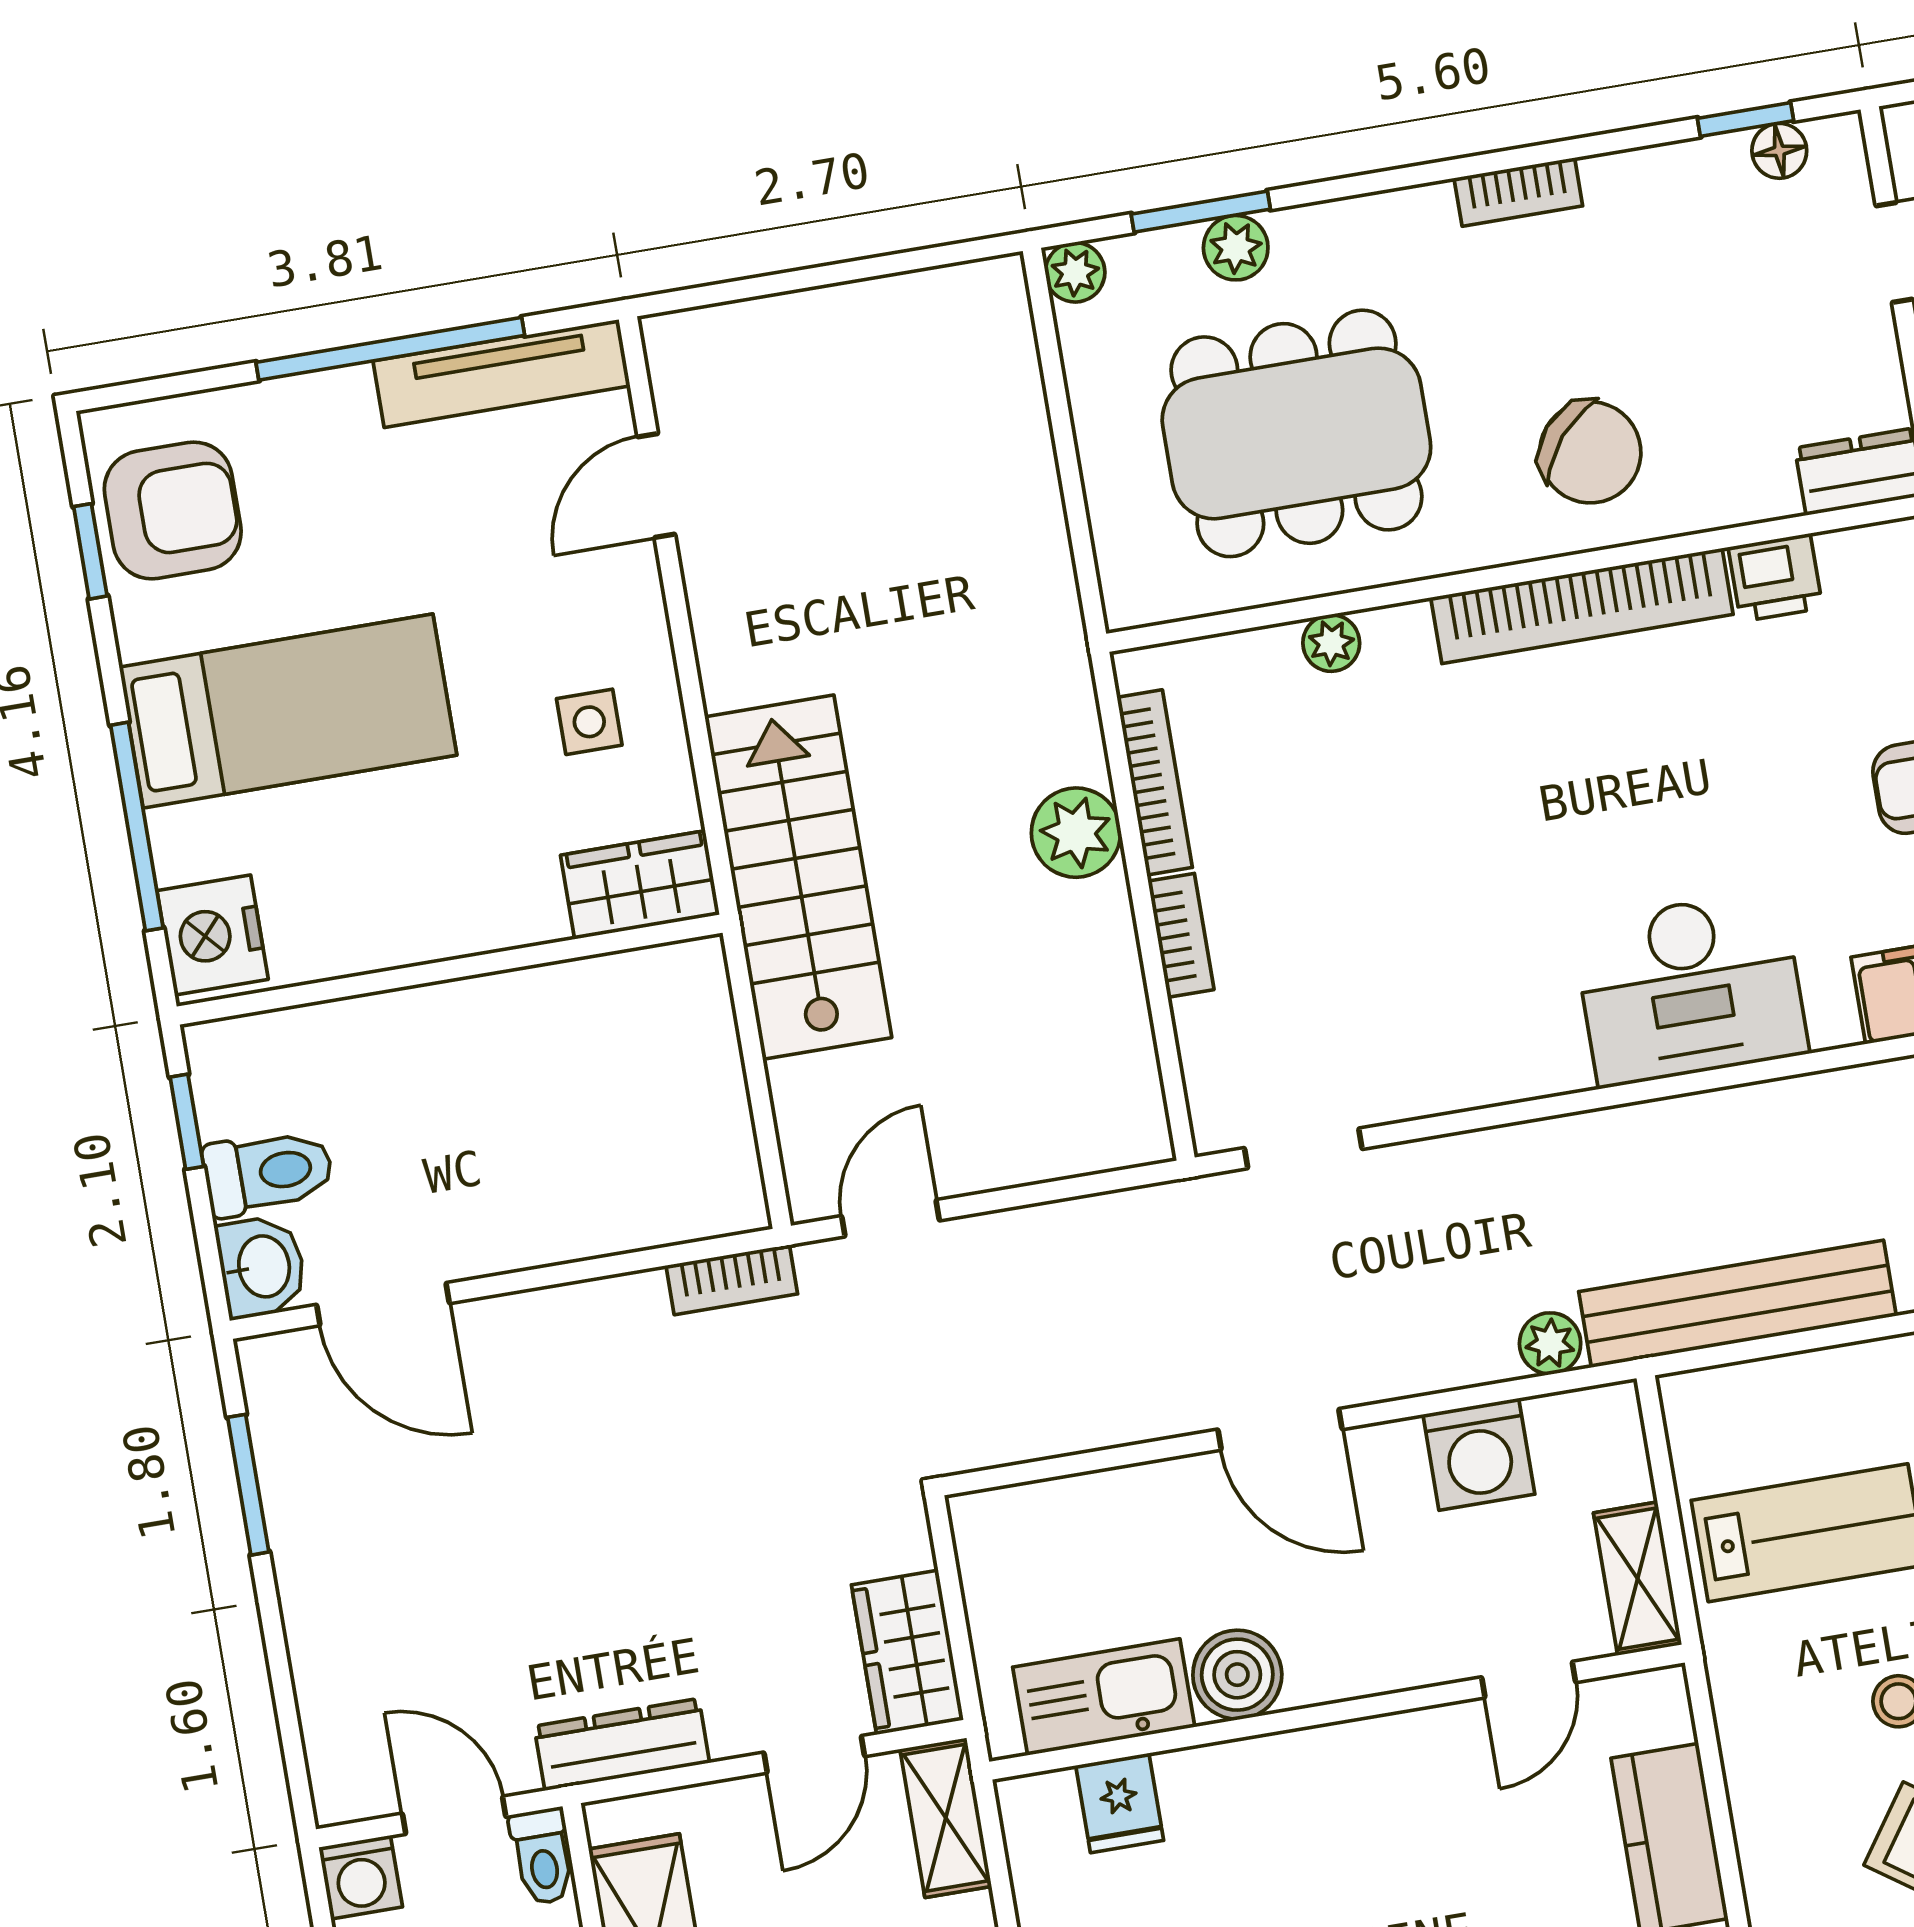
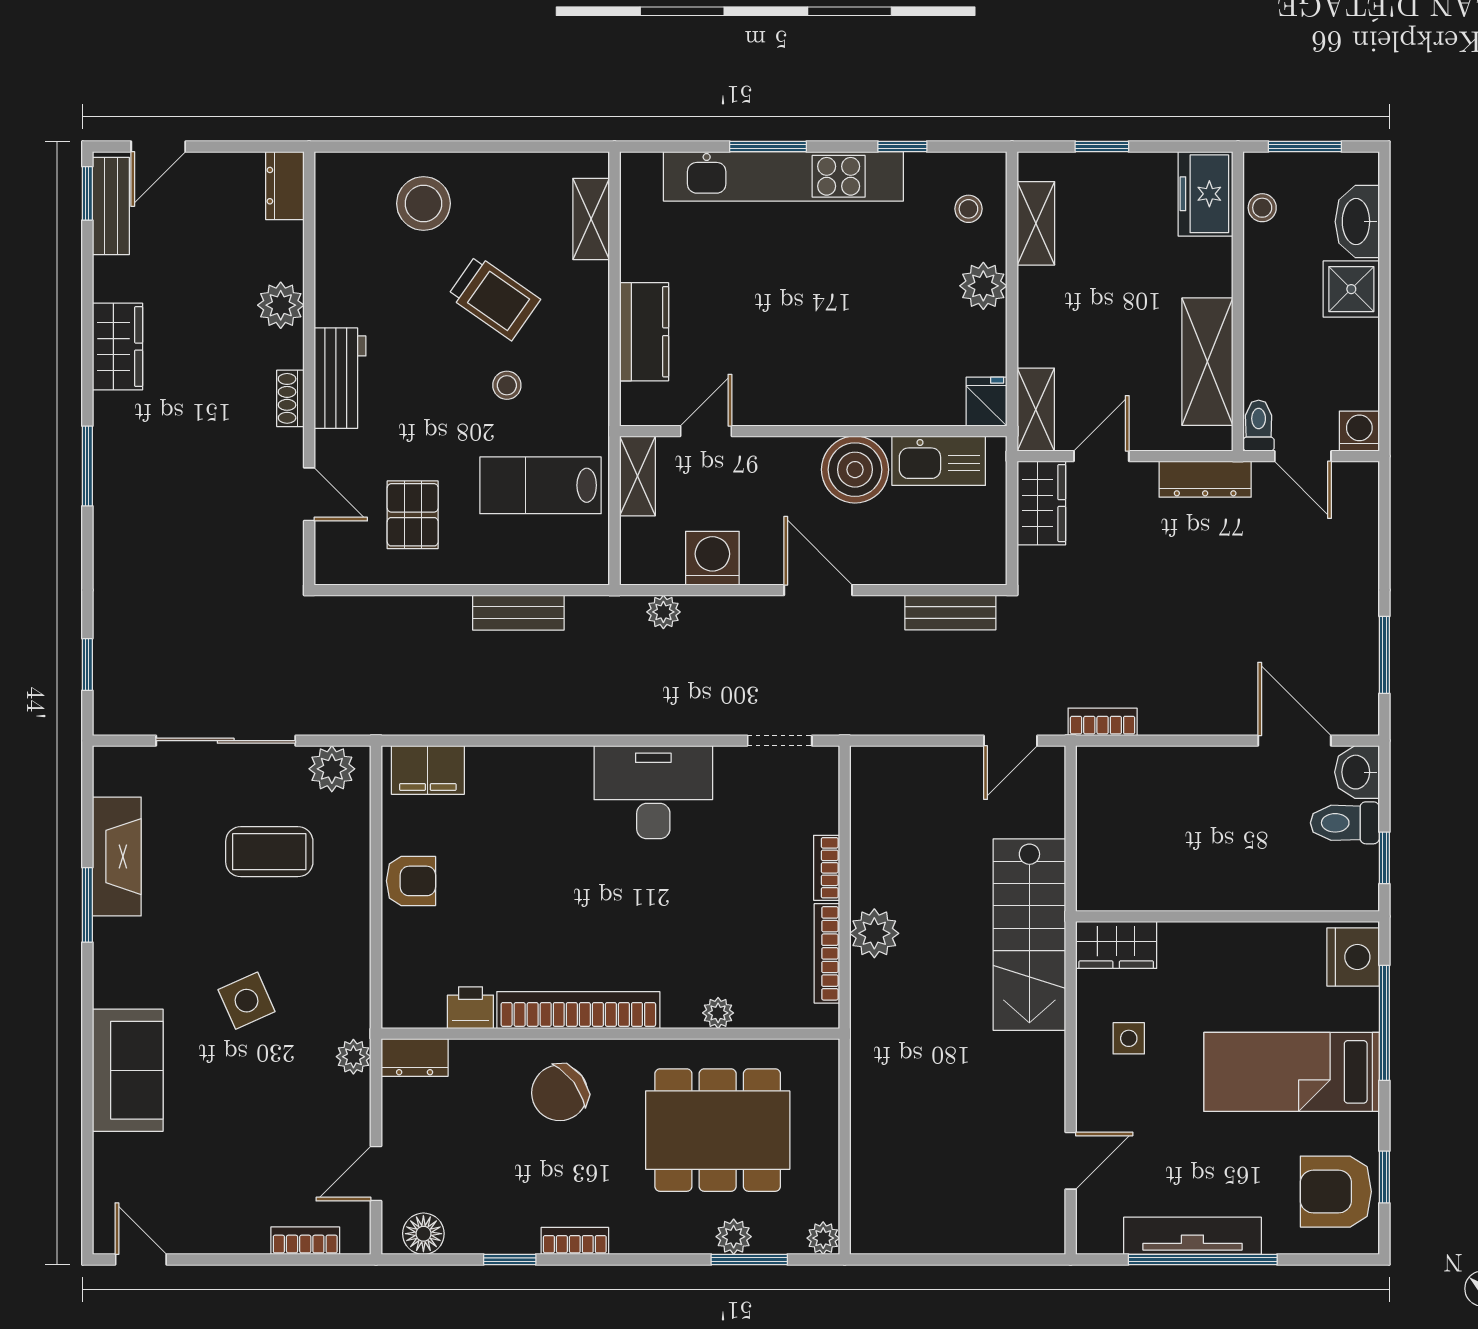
window: (1746, 120) -> (510, 1260), moved
floor lamp: (1779, 151) -> (423, 1234), width x1.37, depth x1.37
tv unit: (502, 373) -> (1192, 1236), moved
chair: (1590, 452) -> (560, 1093), turned -77
desk: (1690, 988) -> (653, 792), moved
bench: (1737, 1304) -> (518, 613), width x0.54, depth x0.82
bench: (1037, 1429) -> (950, 612), added
boiler: (1237, 1675) -> (855, 470), width x1.37, depth x1.37
fridge: (1120, 1803) -> (986, 402), moved

